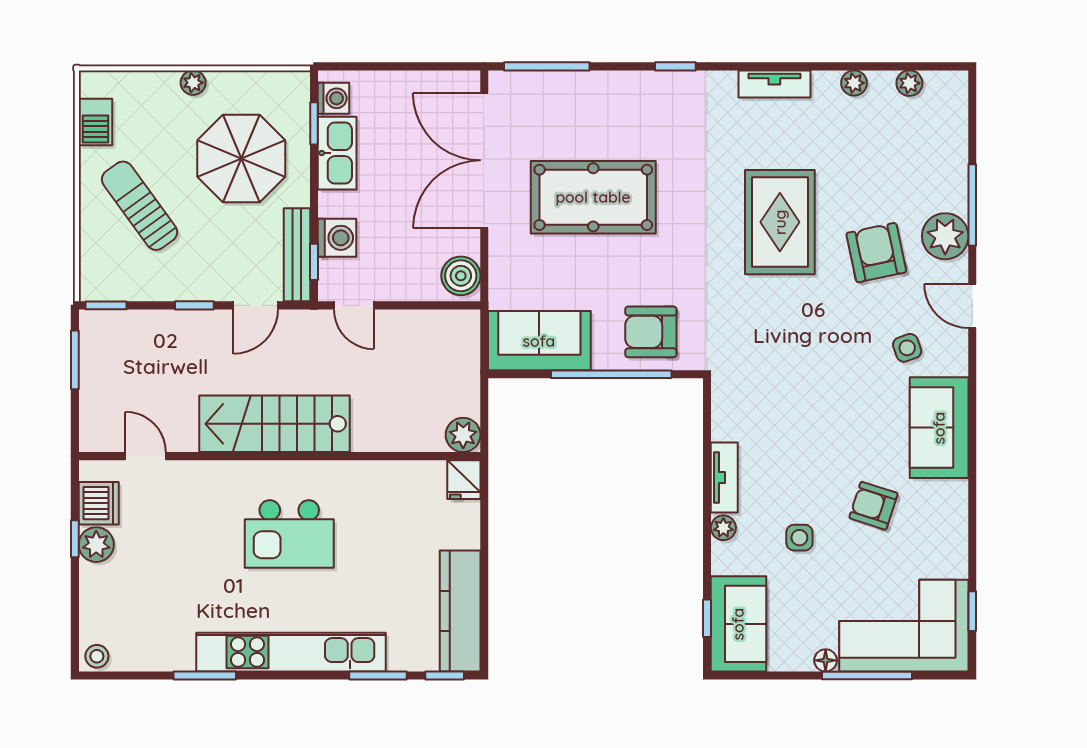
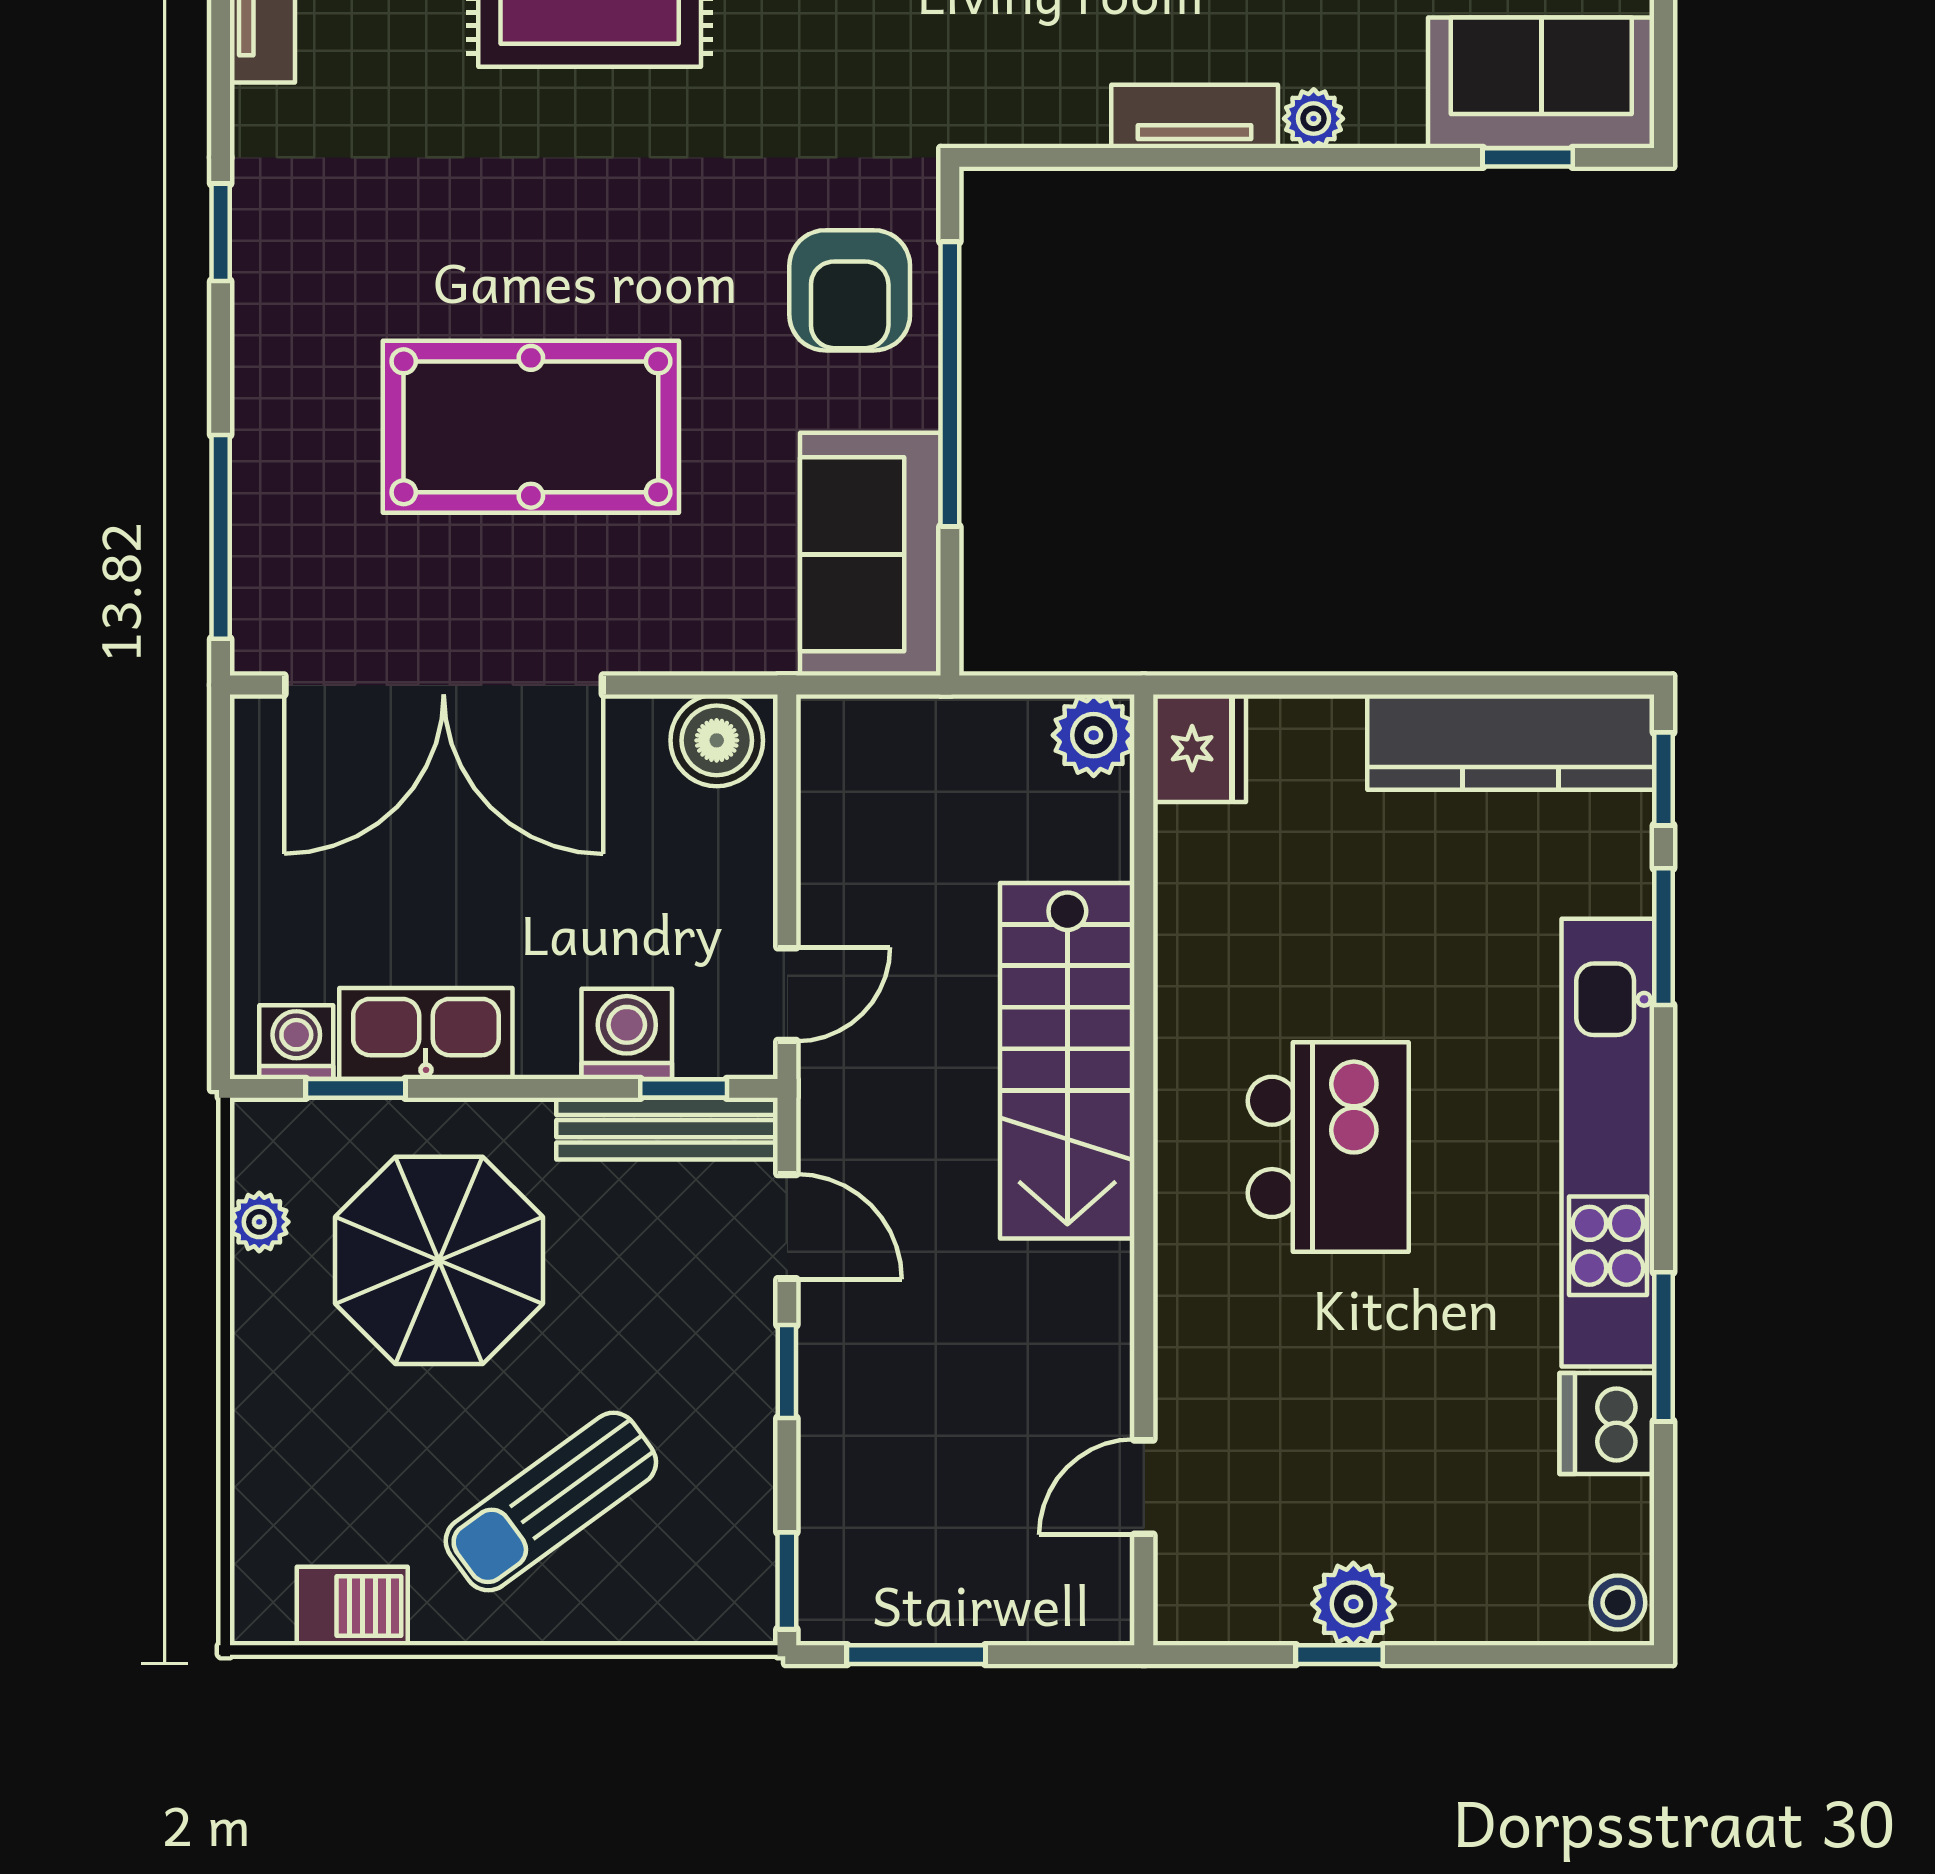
plant: (193, 83) -> (259, 1222), moved
pool table: (593, 197) -> (531, 427), turned 90
stairs: (275, 424) -> (1067, 1061), moved
fridge: (464, 480) -> (1199, 748), width x1.38
dishwasher: (99, 503) -> (1607, 1423), moved, turned -90

